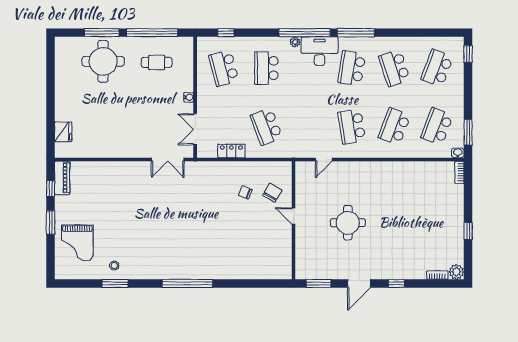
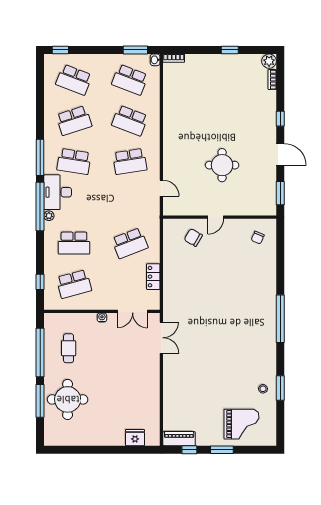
chair: (245, 192) -> (258, 238), moved

